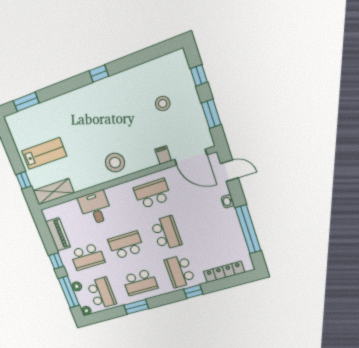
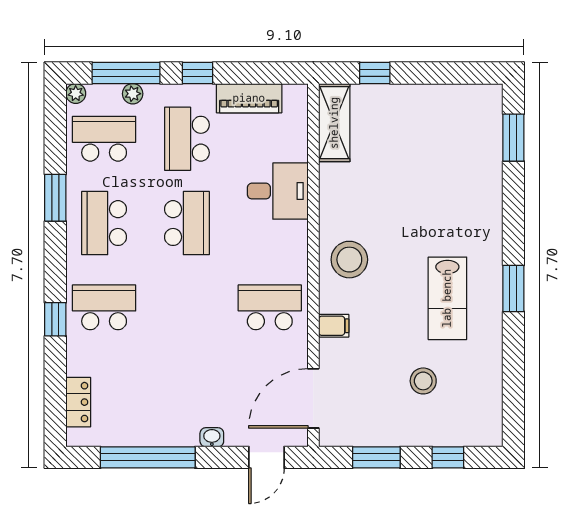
window: (99, 74) -> (513, 288), width x1.50
lab bench: (44, 153) -> (447, 298), moved
filing cabinet: (163, 155) -> (334, 326), moved
school desk: (152, 194) -> (270, 307), turned -90
school desk: (166, 233) -> (187, 307), removed
locker: (224, 272) -> (78, 402), width x0.66
school desk: (102, 293) -> (104, 139), turned 180

